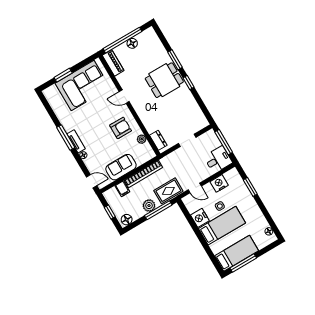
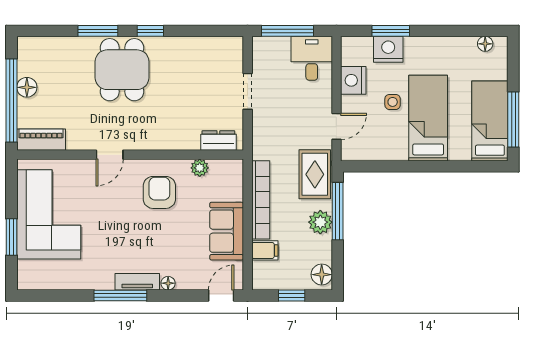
nightstand: (200, 218) -> (388, 49), moved, turned 180

